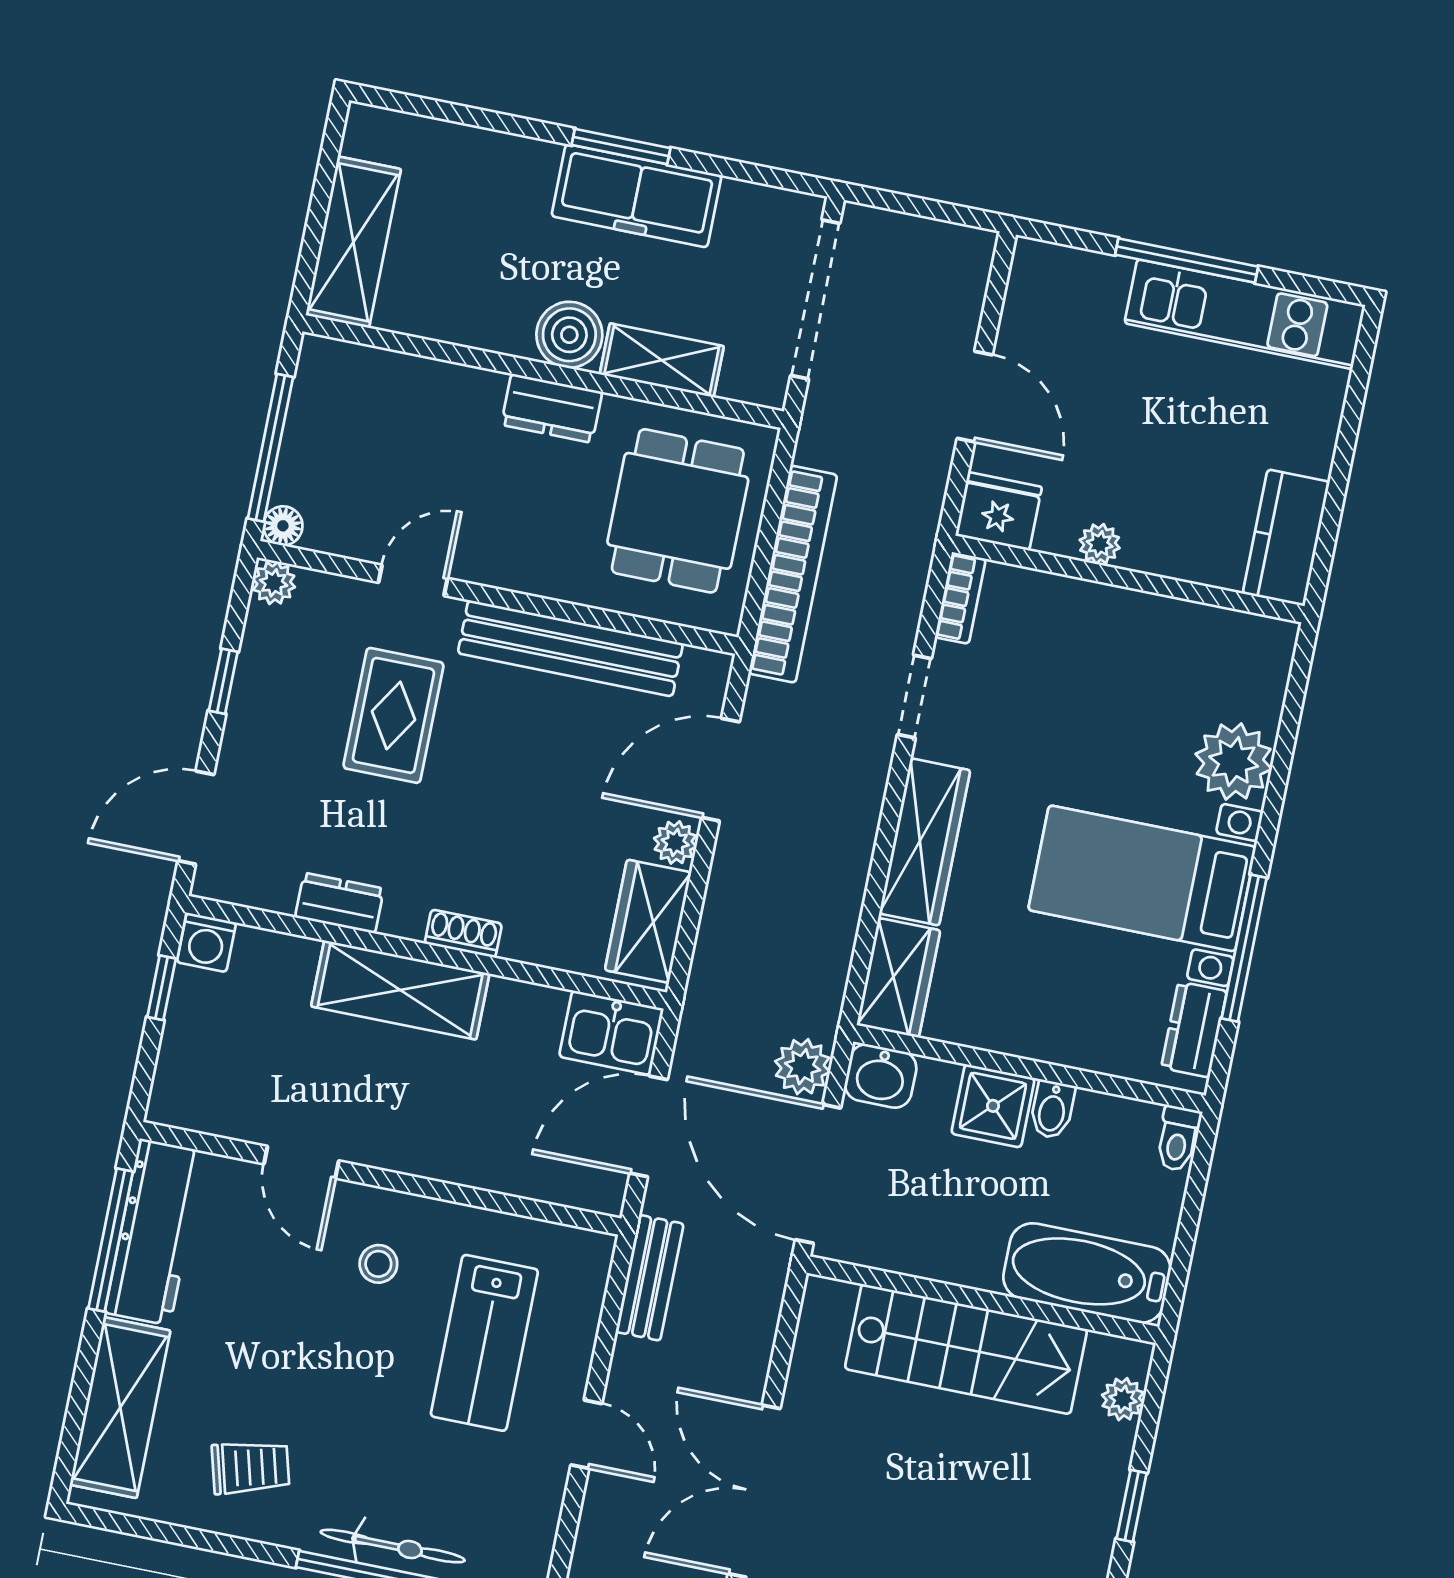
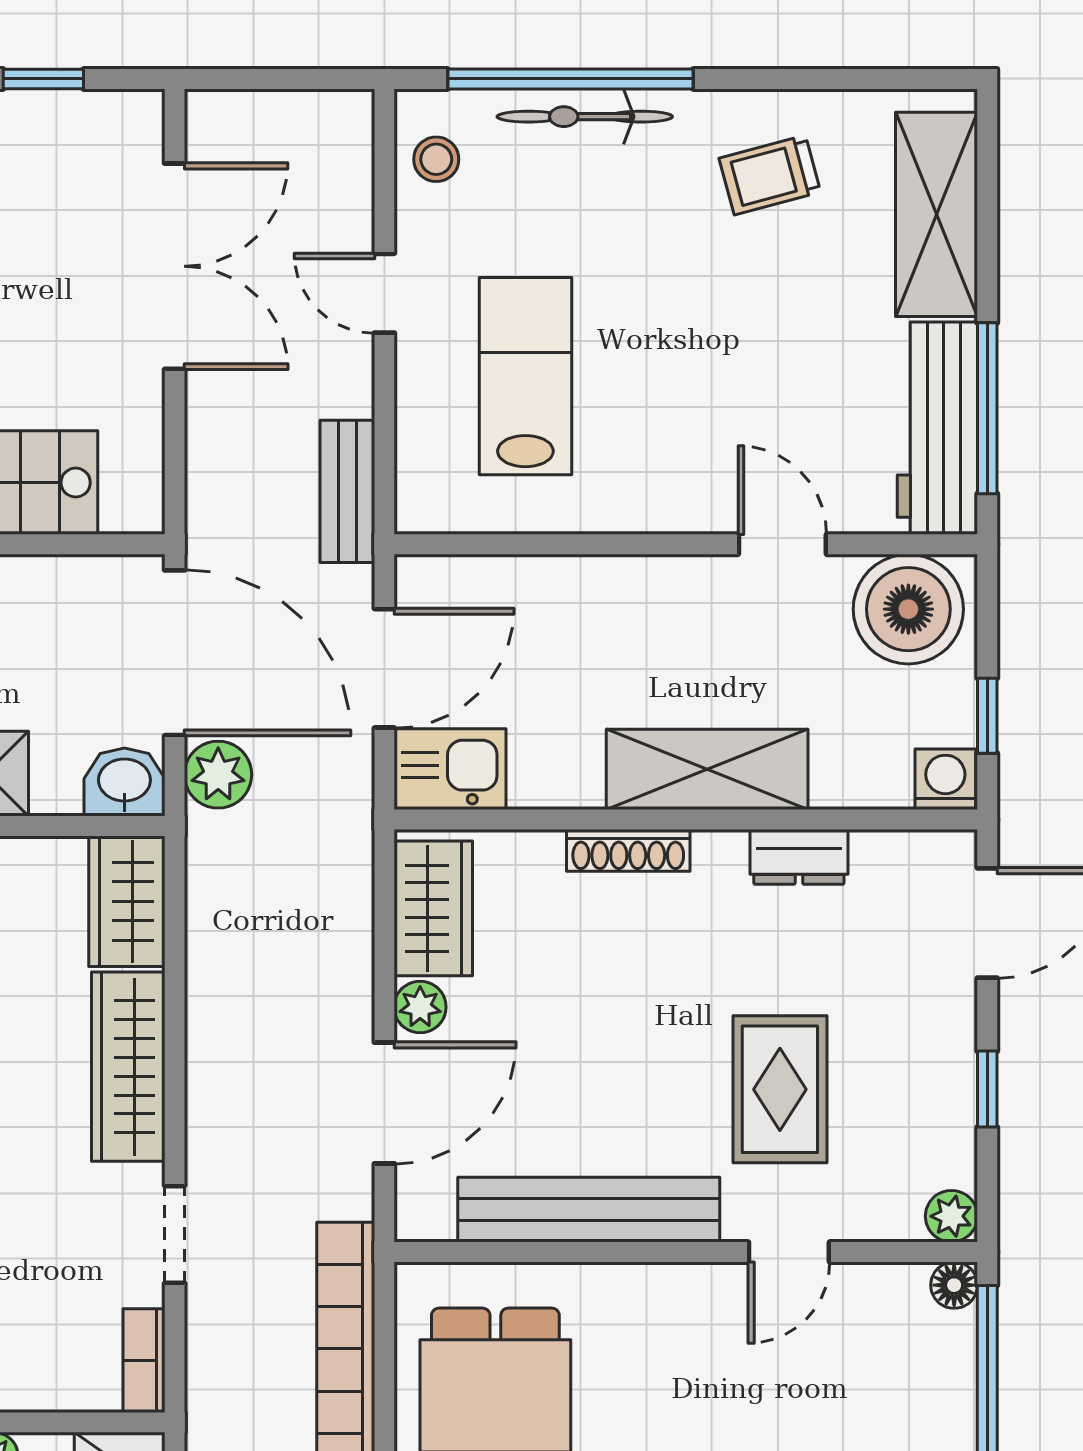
shoe rack: (463, 934) -> (628, 850), width x1.43
boiler: (209, 1088) -> (908, 609), added
stool: (378, 1264) -> (436, 159), moved

